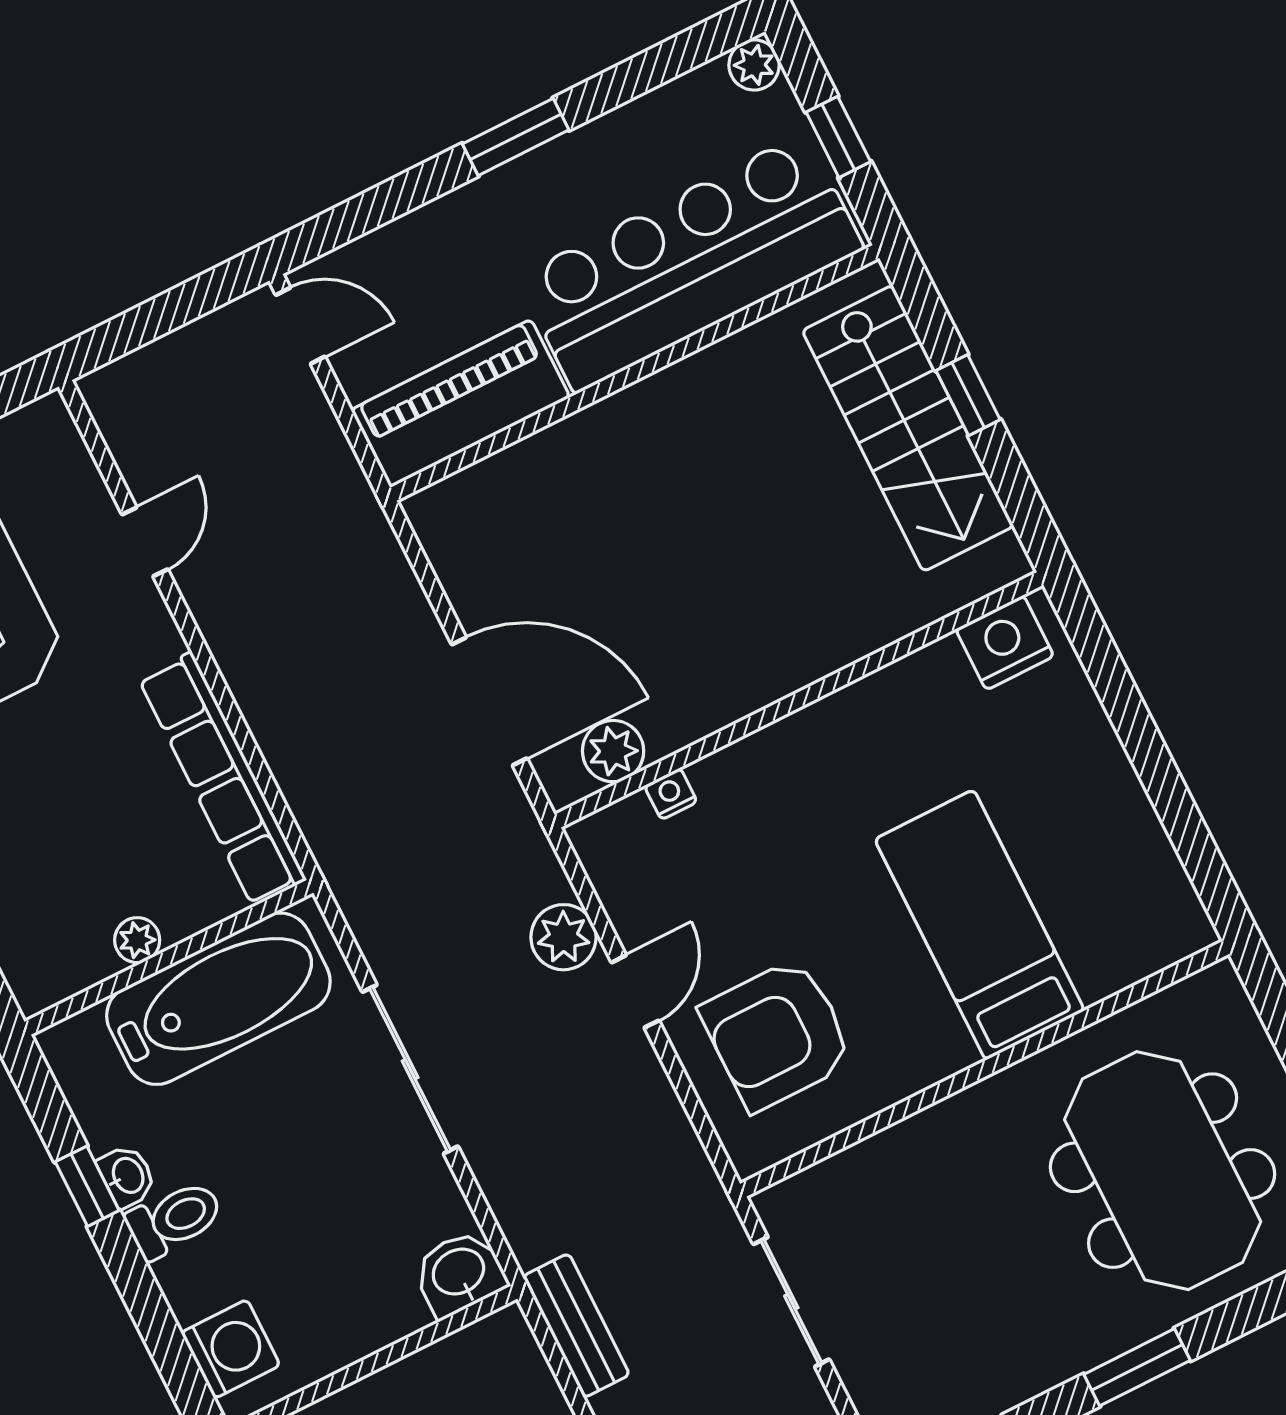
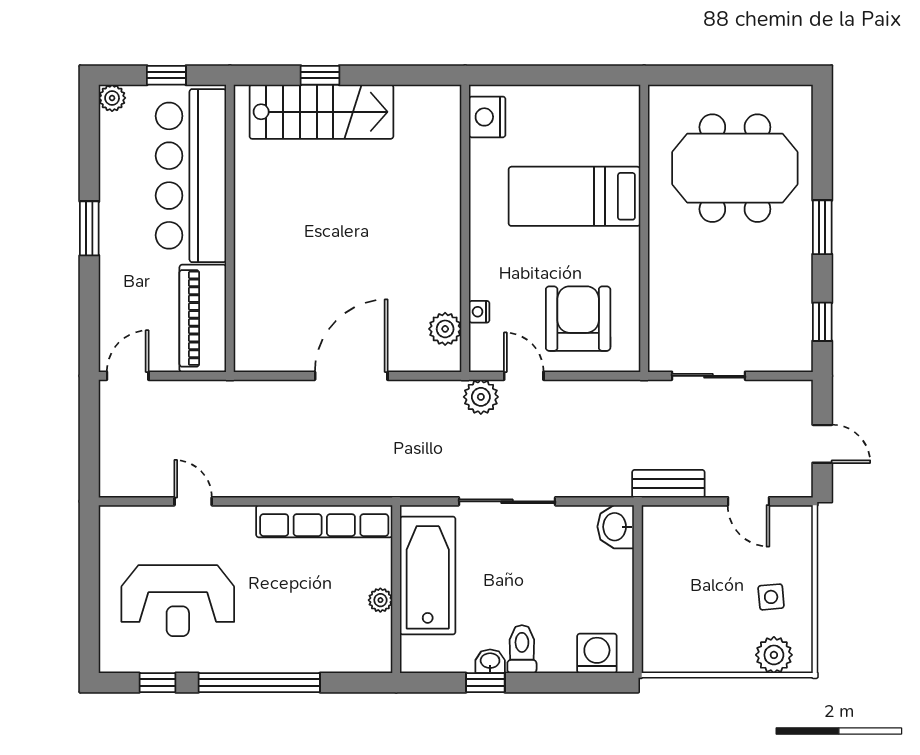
nightstand: (1005, 643) -> (487, 117), moved
wall: (799, 700) -> (465, 228), moved
plant: (613, 751) -> (445, 329), moved
nightstand: (671, 794) -> (479, 312), moved
armchair: (777, 1034) -> (578, 319), turned 180

